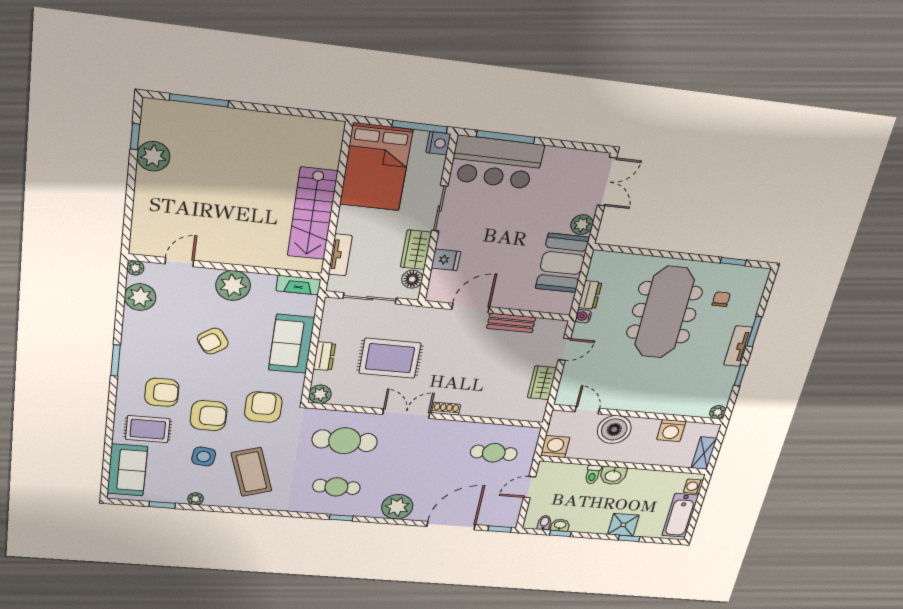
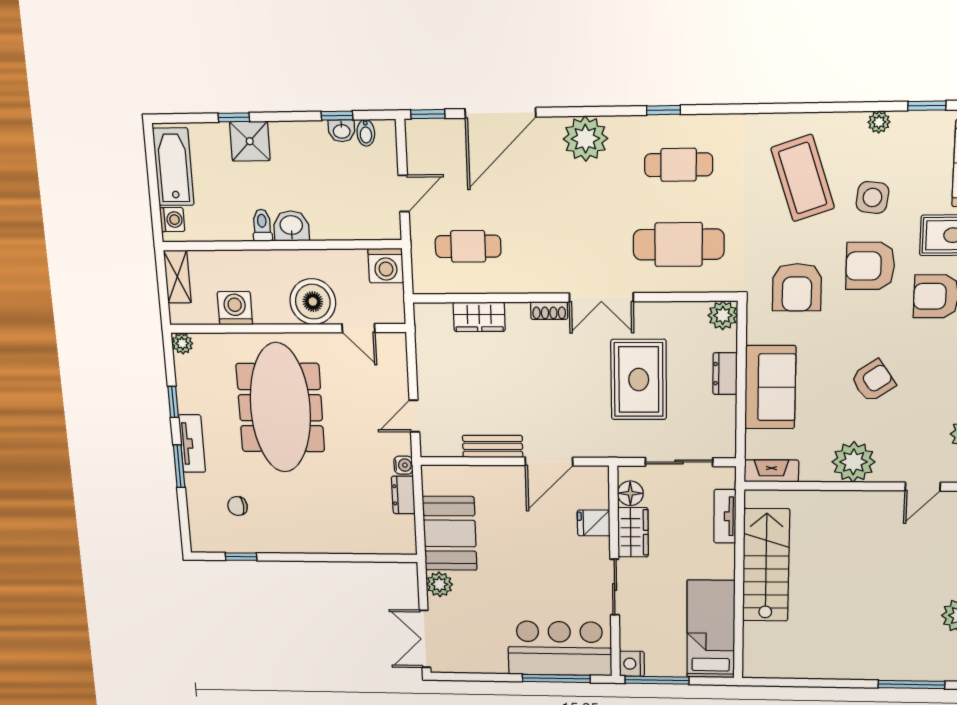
bed: (376, 167) -> (711, 629), width x0.67
chair: (721, 299) -> (237, 506), turned 85
meeting table: (664, 312) -> (280, 408), moved
rug: (390, 358) -> (639, 380), turned 90
wardrobe: (542, 383) -> (479, 317), moved, turned 90
toilet: (593, 474) -> (262, 225), moved

